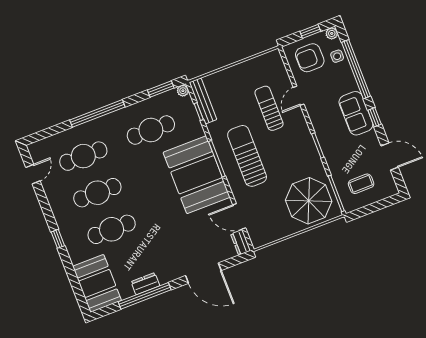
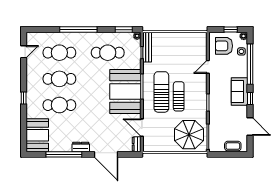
sun lounger: (269, 108) -> (179, 96), moved
coffee table: (361, 184) -> (233, 146), moved
dresser: (145, 284) -> (81, 147), moved

